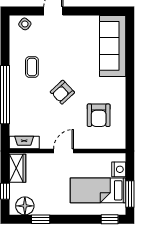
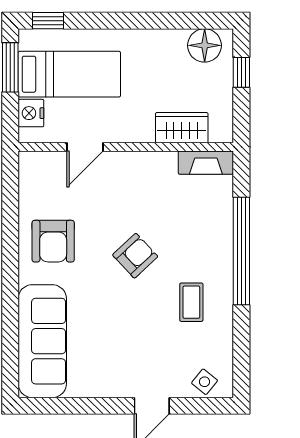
armchair: (99, 115) -> (53, 241), moved, turned 180
door: (64, 151) -> (85, 147), moved
wardrobe: (17, 168) -> (182, 128), moved, turned 90
window: (41, 219) -> (175, 21), removed

